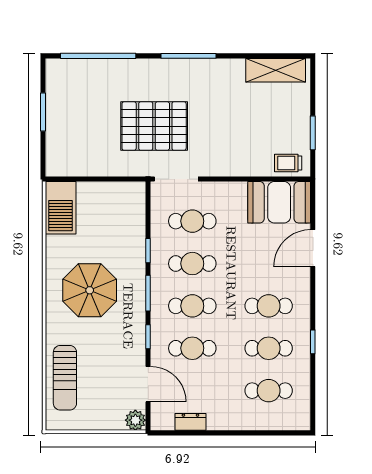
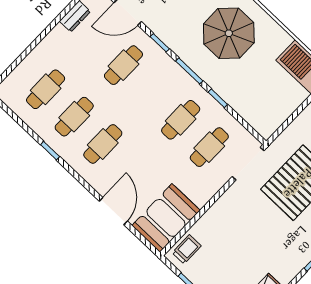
cafe table: (192, 306) -> (152, 92), removed

